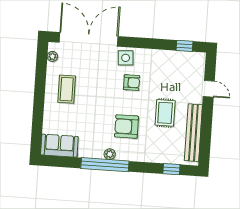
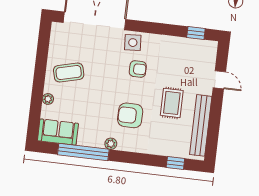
plant: (52, 56) -> (48, 99), moved
coffee table: (67, 89) -> (69, 73), turned 76
window: (105, 165) -> (83, 152), moved

